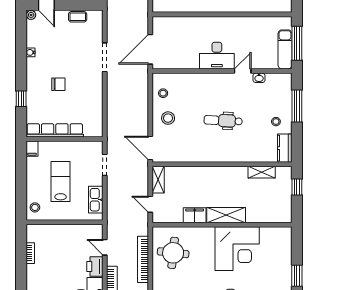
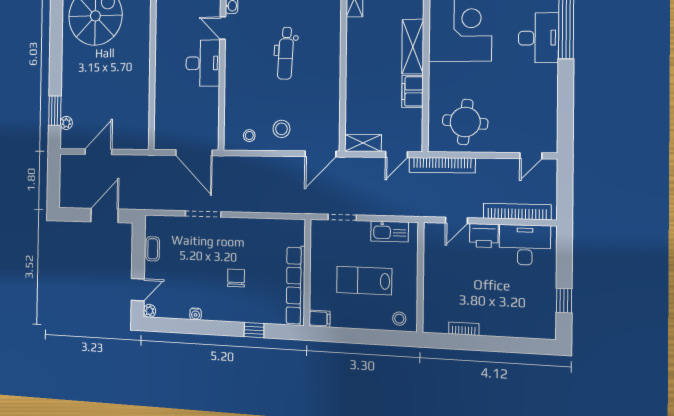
bookcase: (143, 259) -> (442, 165), moved

